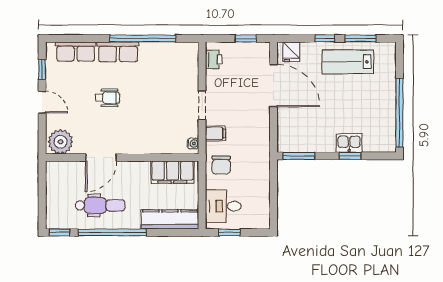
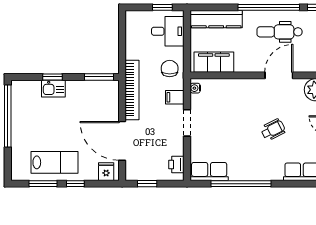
row of seats: (118, 52) -> (209, 171), moved
wheelchair: (107, 98) -> (273, 130), turned 153
bookcase: (263, 141) -> (132, 90), added

